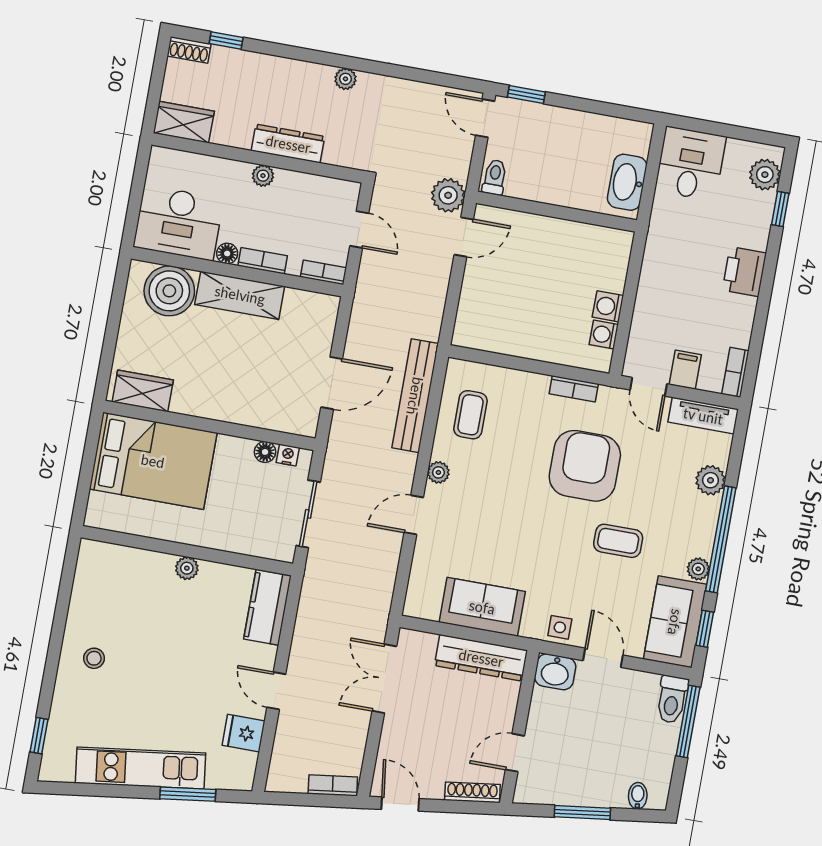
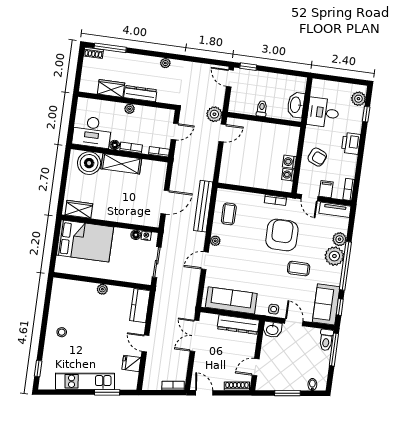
window: (226, 40) -> (110, 48), width x2.17
wardrobe: (184, 122) -> (111, 88), moved
desk: (691, 164) -> (323, 113), moved, turned -90
toilet: (495, 177) -> (262, 109), moved
door: (359, 230) -> (175, 132), hinge flipped
armchair: (669, 298) -> (317, 157), added
plant: (698, 569) -> (334, 256), moved, width x1.88, depth x1.88
sofa: (482, 607) -> (231, 300), width x1.36

